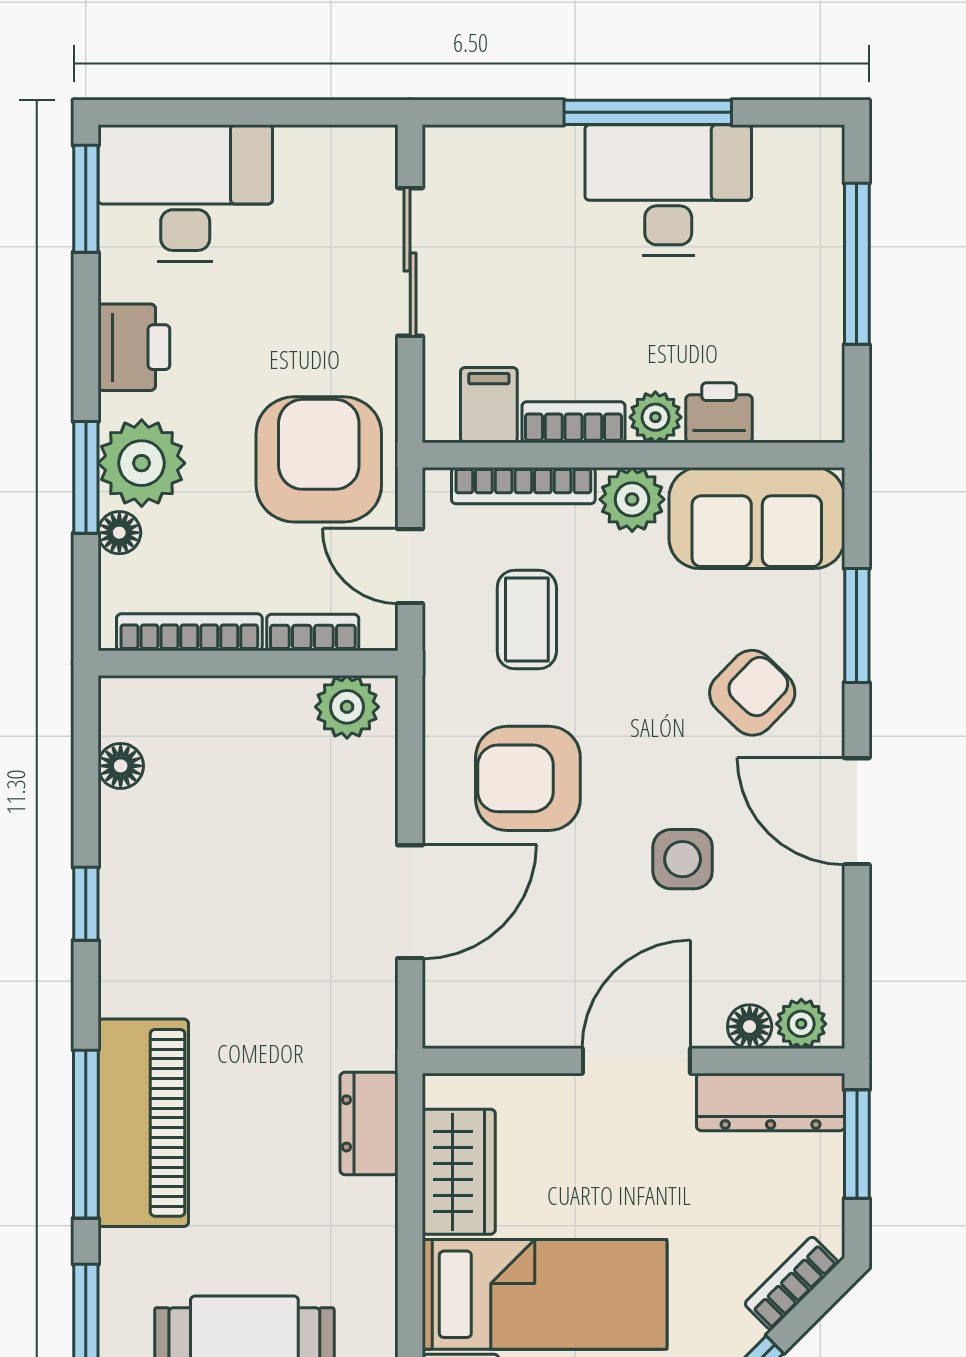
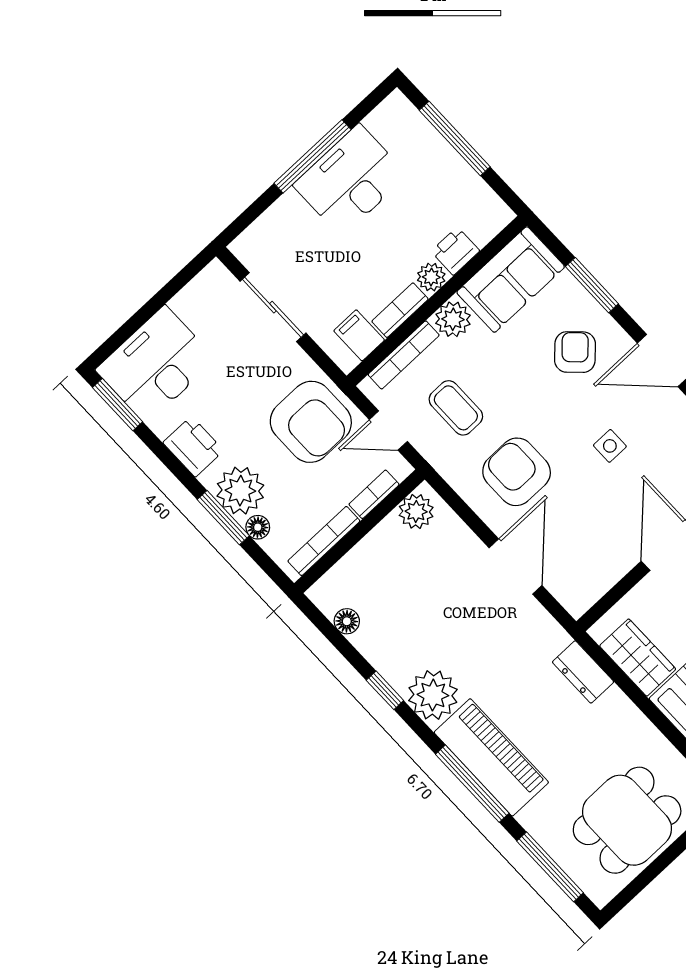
armchair: (319, 459) -> (311, 422), turned 180
armchair: (528, 778) -> (517, 472), turned 90
side table: (683, 859) -> (610, 446), width x0.73, depth x0.73
plant: (143, 969) -> (433, 695), added

